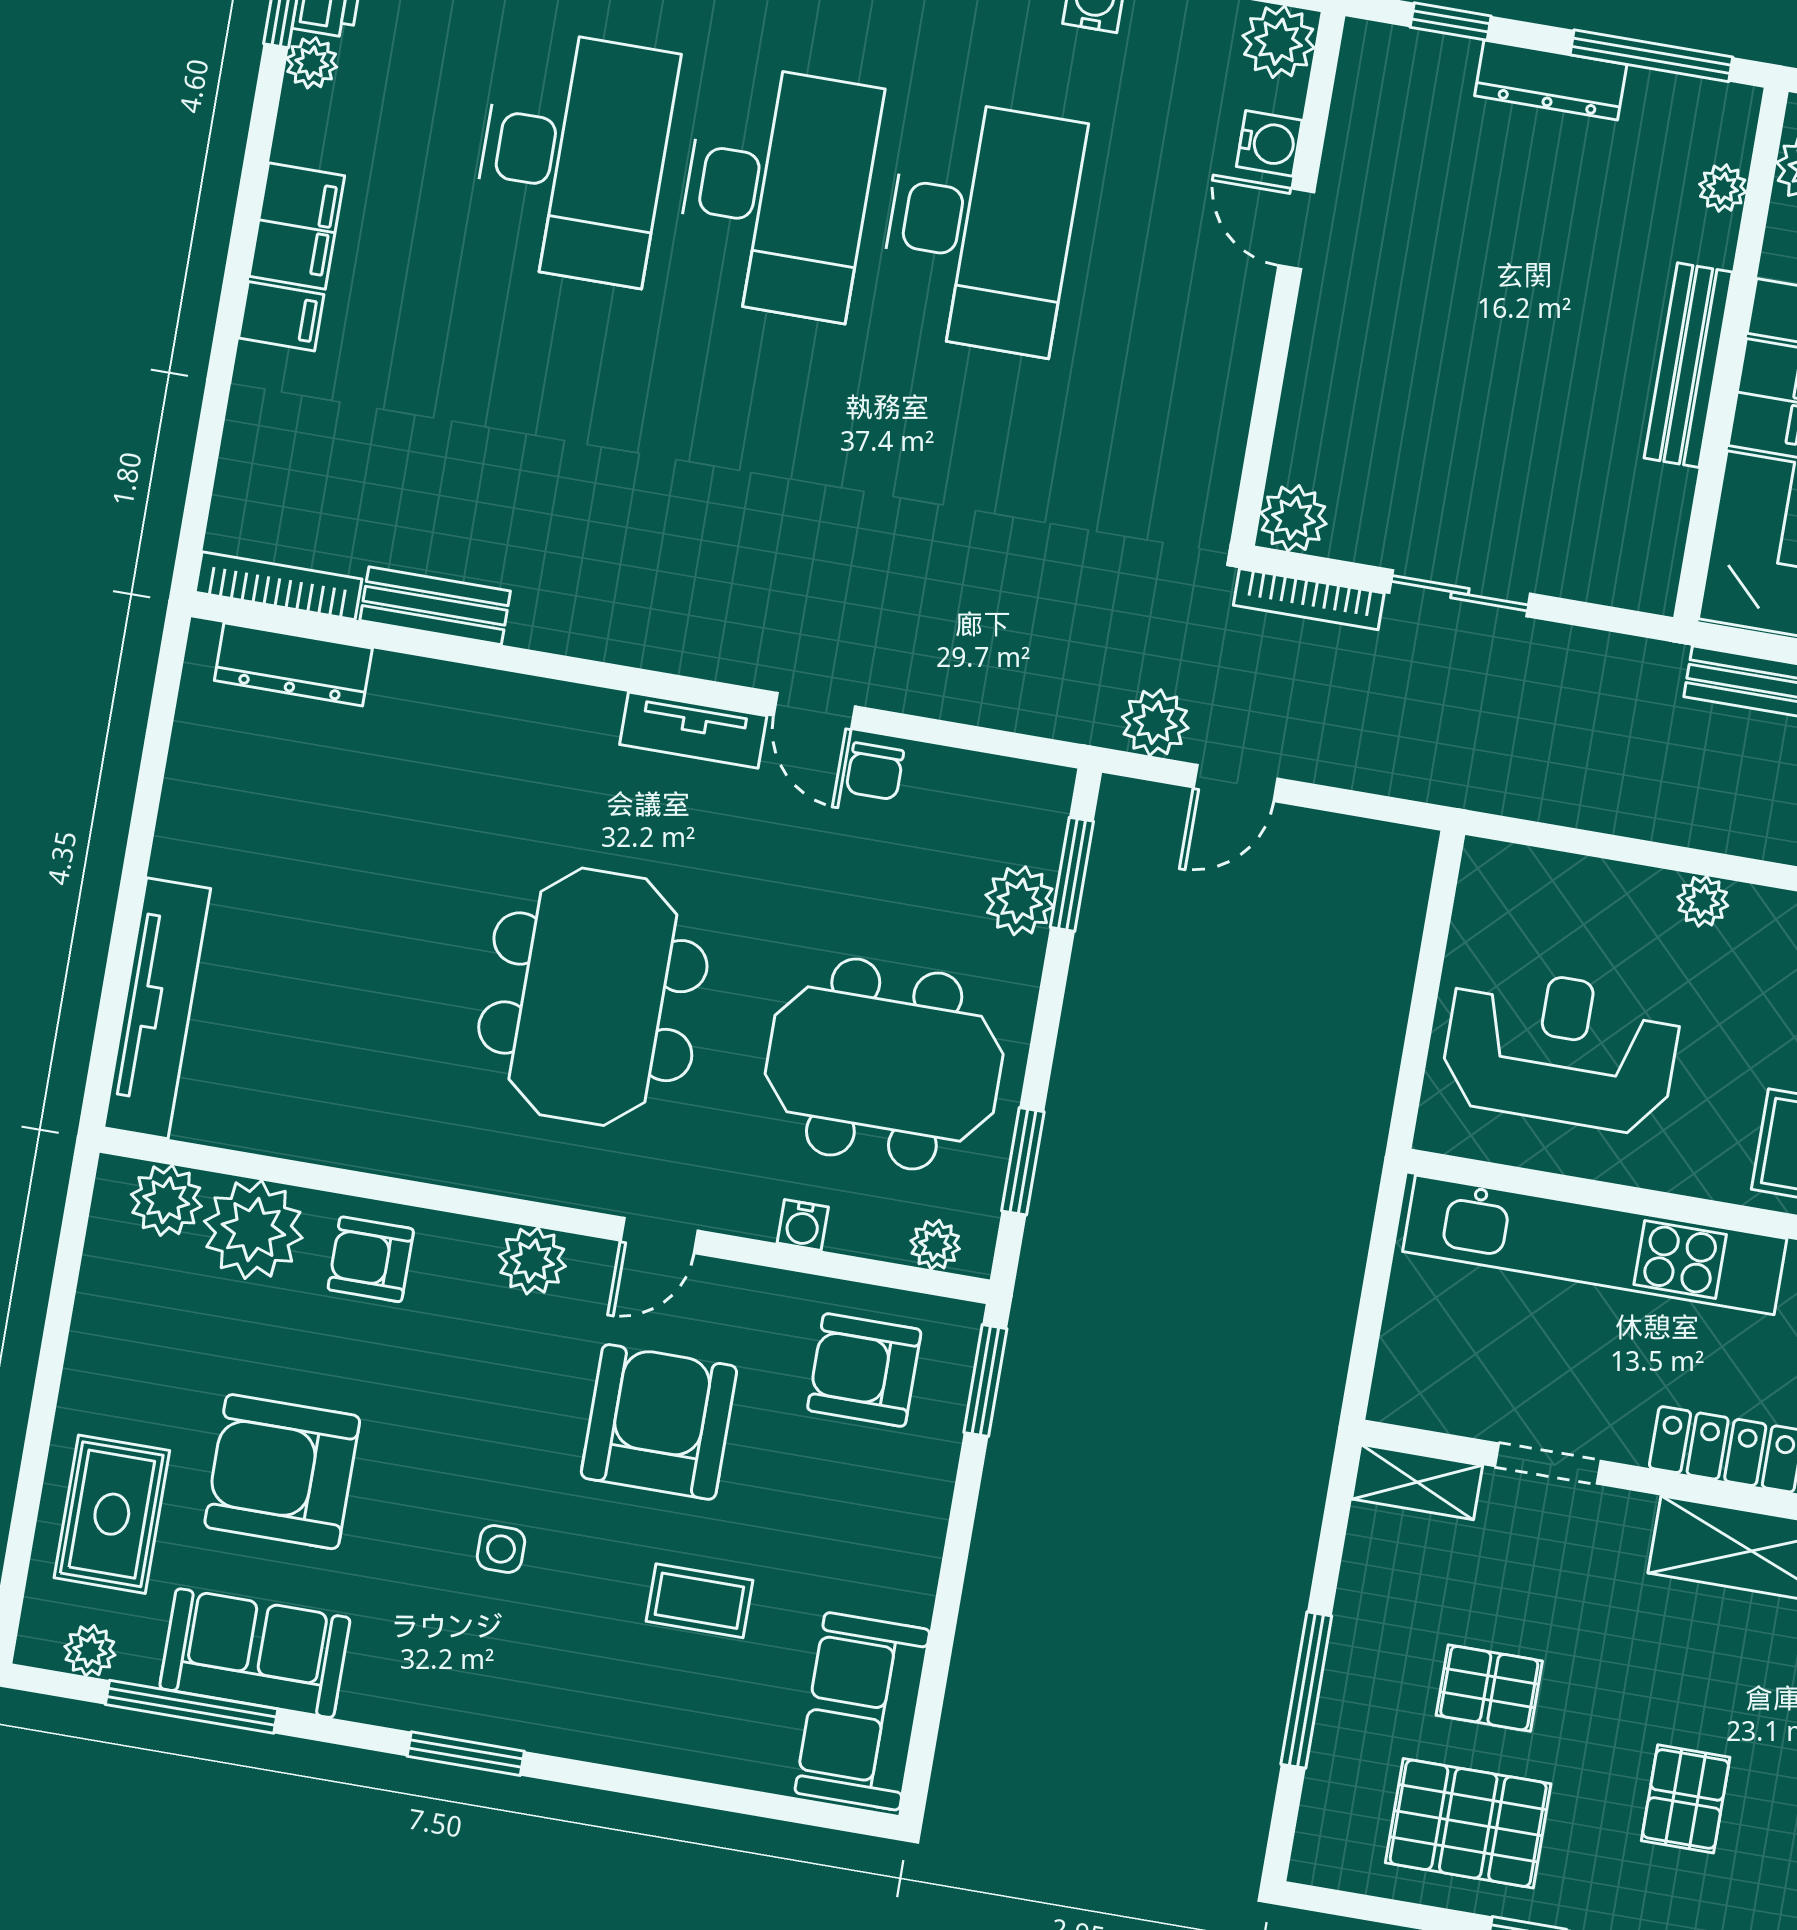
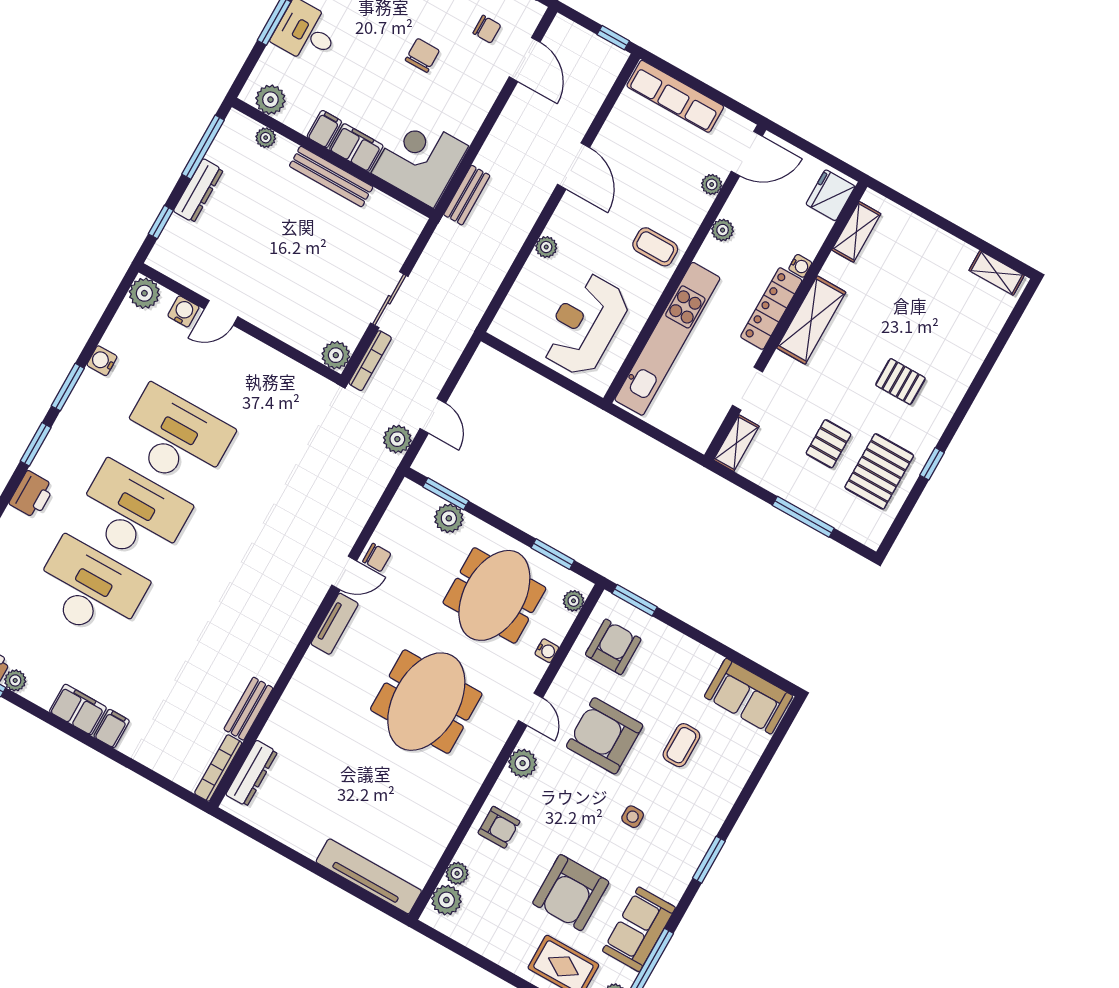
meeting table: (593, 997) -> (426, 702), turned 90
plant: (253, 1229) -> (457, 873), width x0.53, depth x0.53
armchair: (371, 1259) -> (499, 827), turned -90
armchair: (864, 1370) -> (613, 647), turned 180

